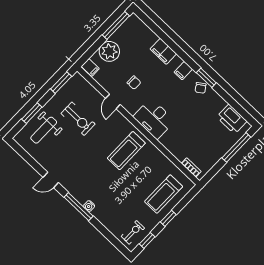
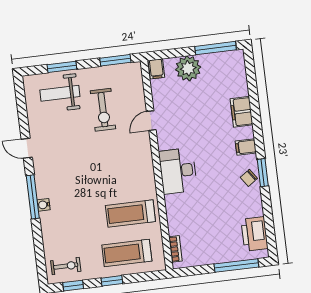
chair: (134, 83) -> (187, 119), removed
treadmill: (126, 151) -> (130, 214), moved

